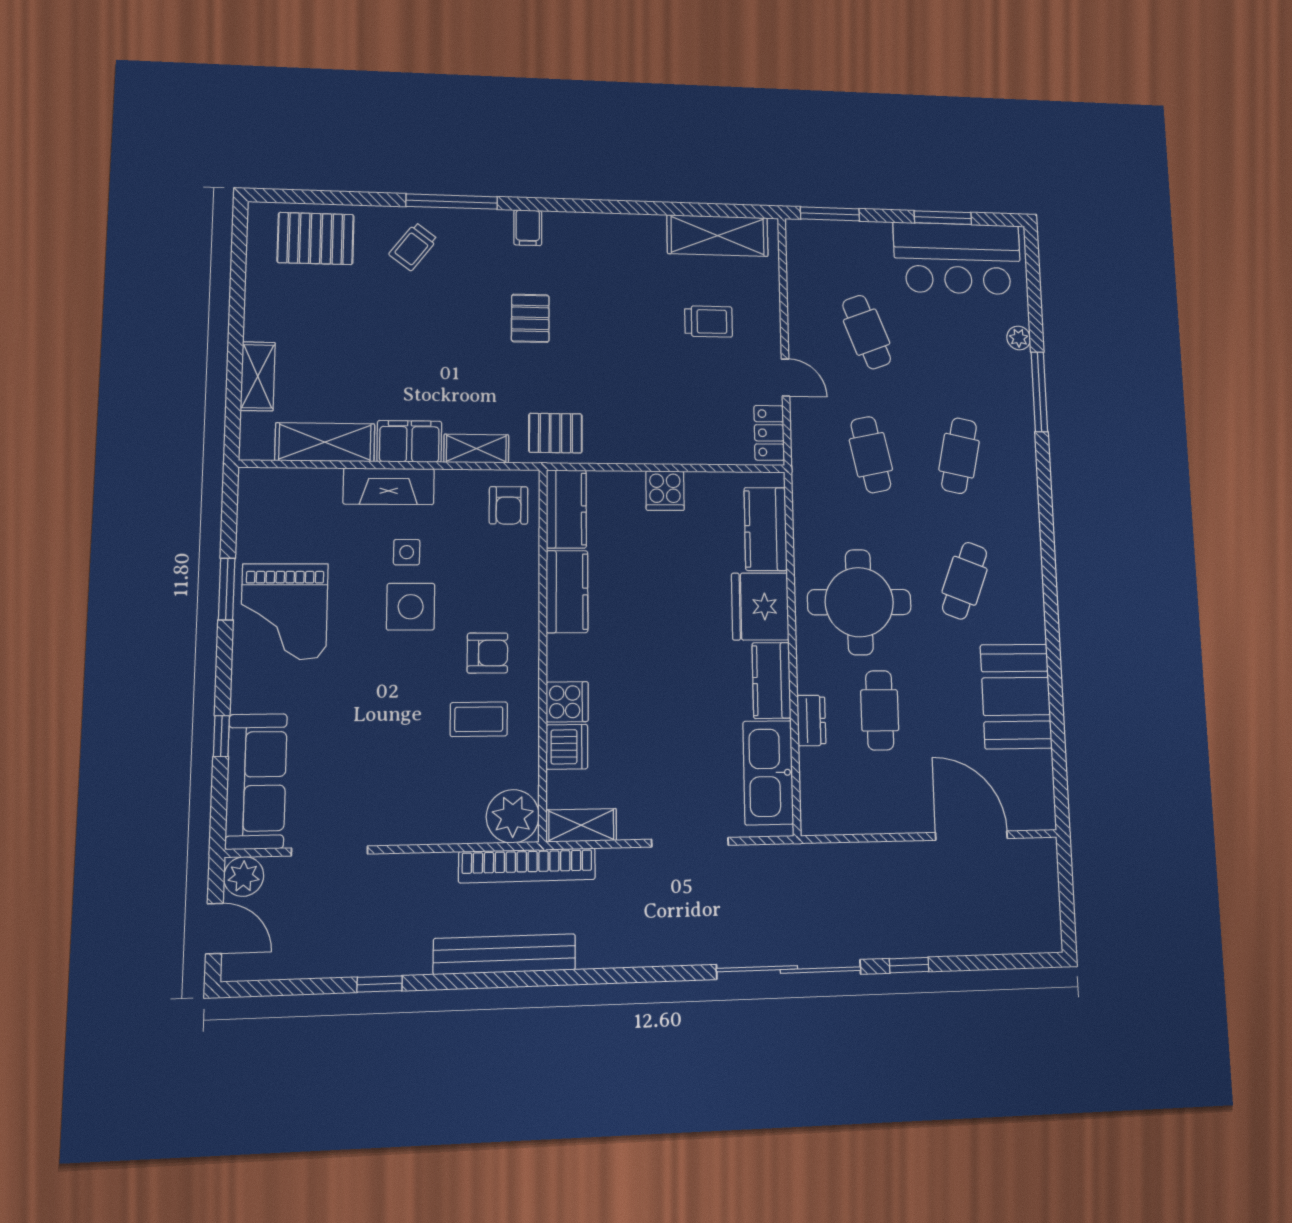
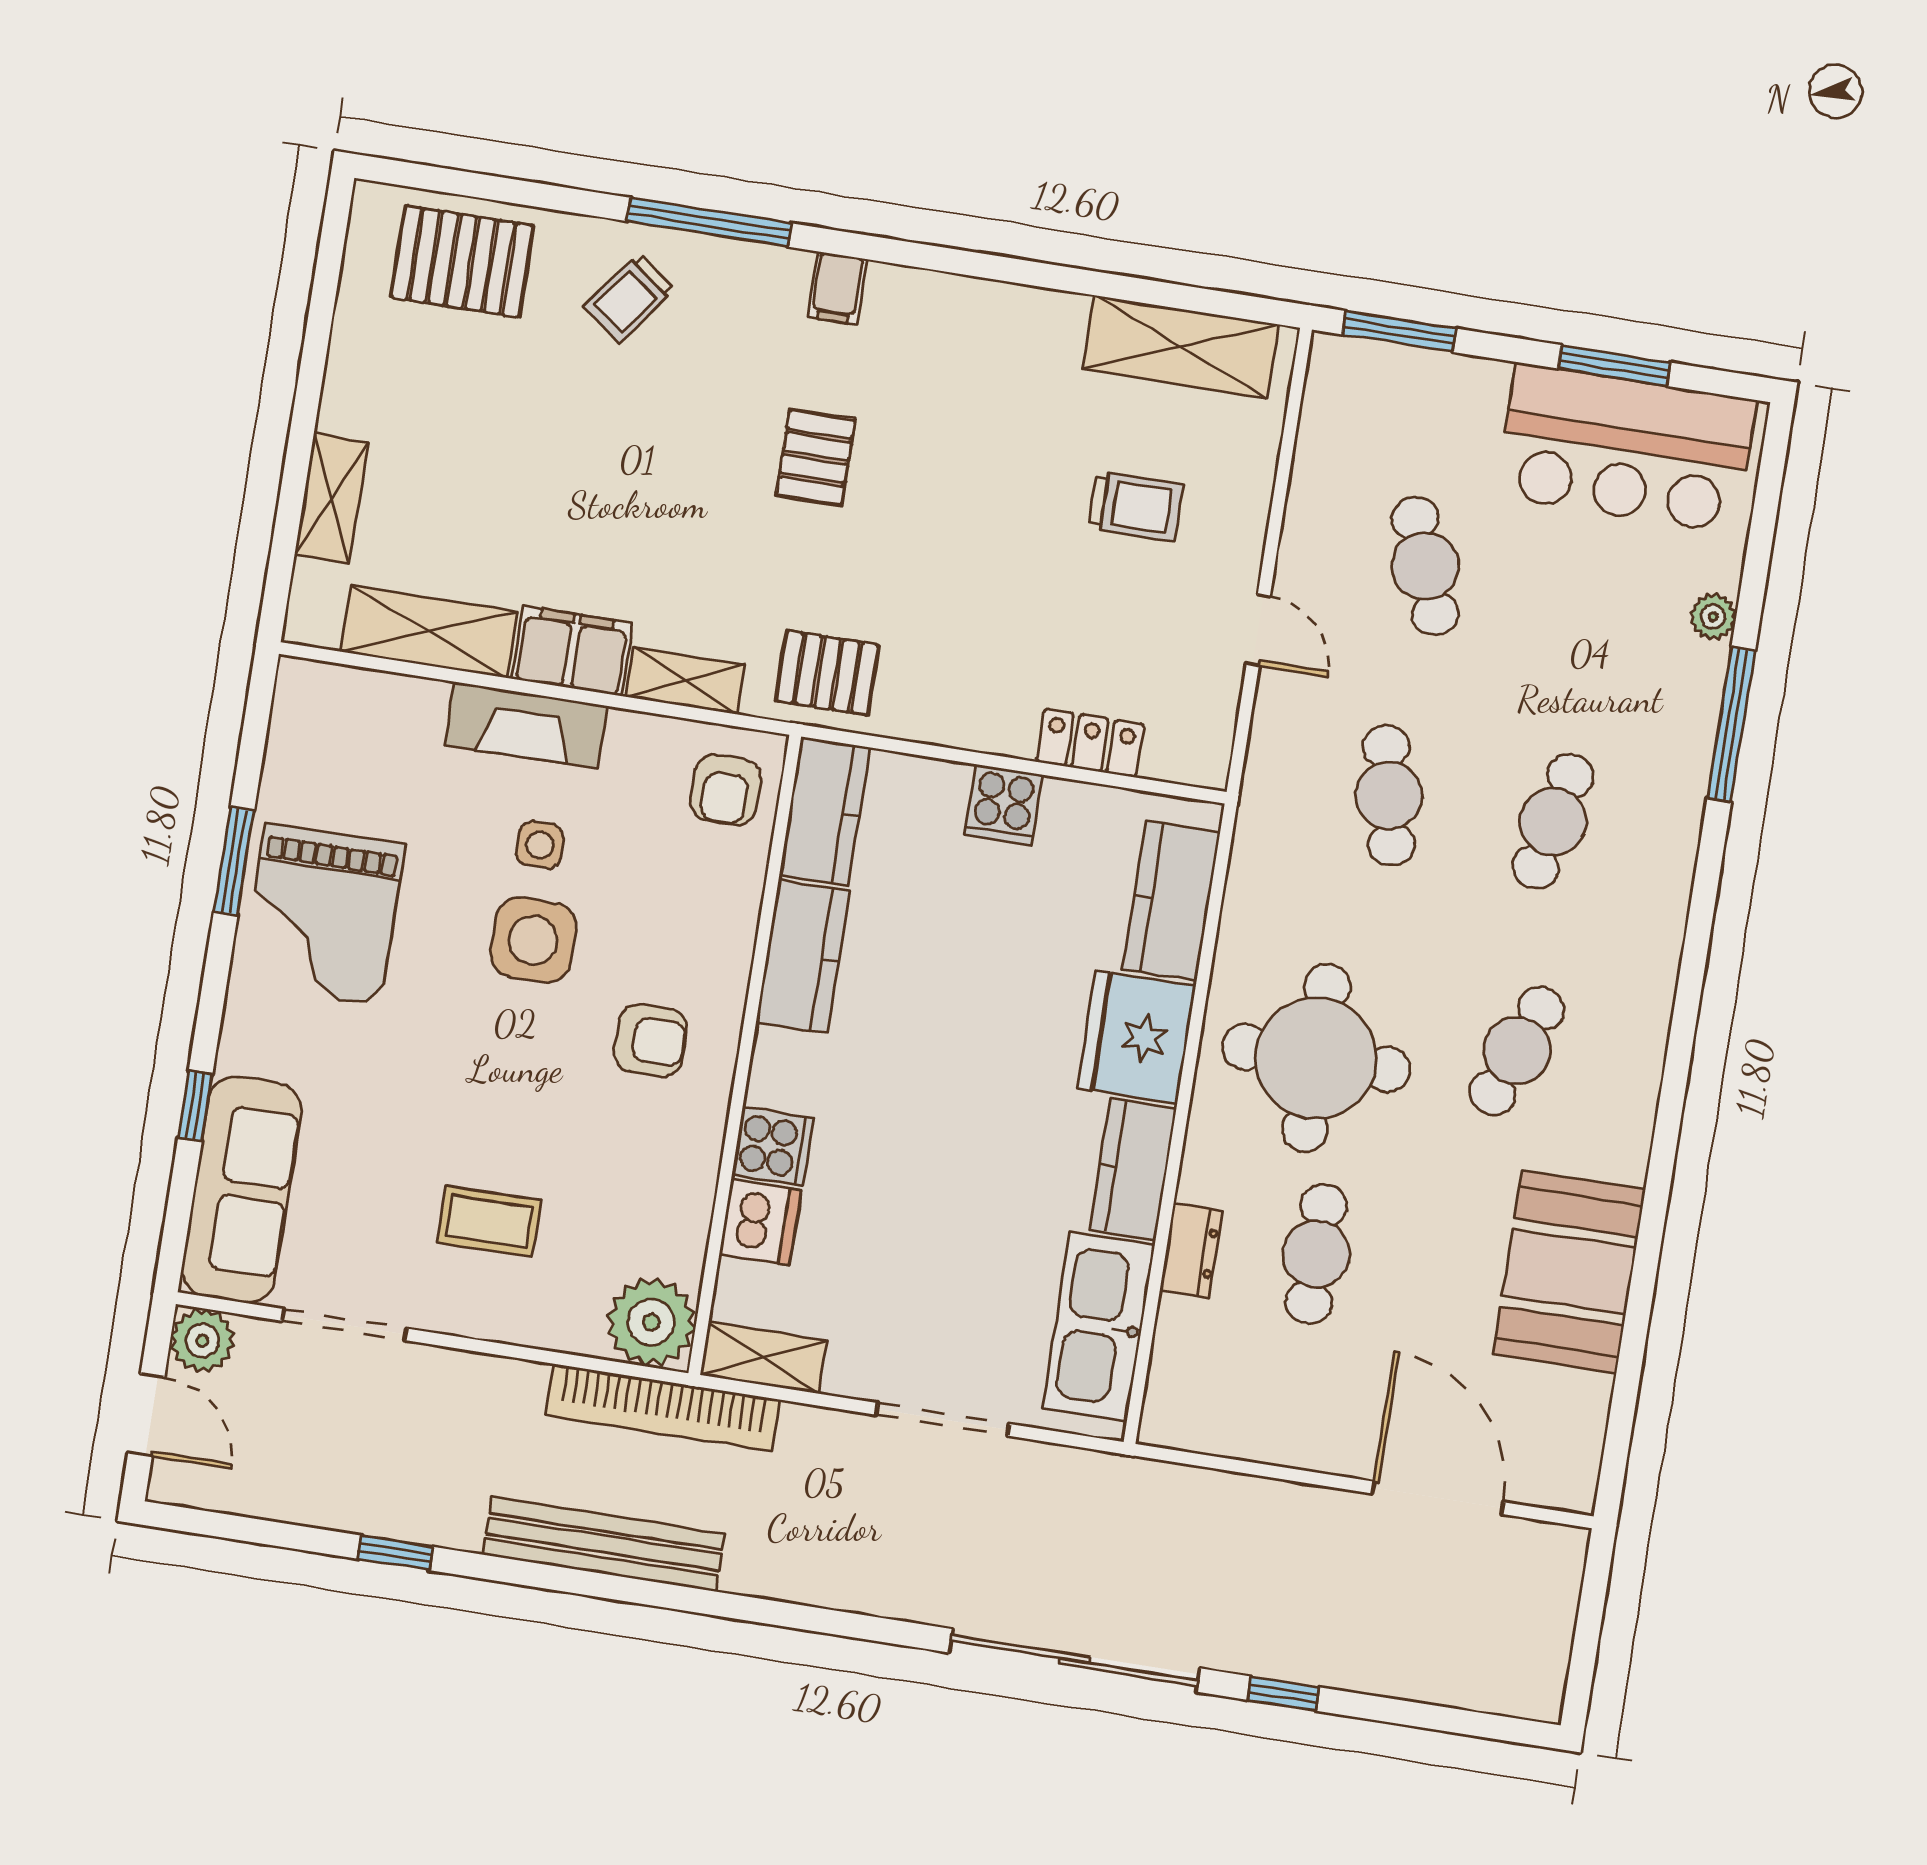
locker: (769, 433) -> (1090, 743), moved, turned 90
coffee table: (479, 719) -> (489, 1221), moved

